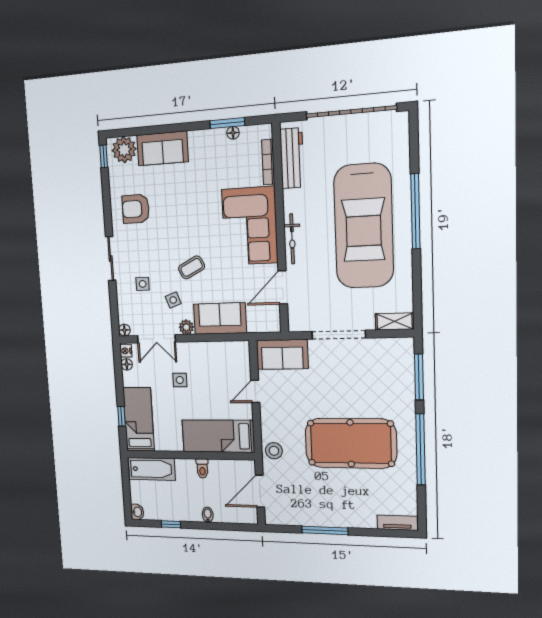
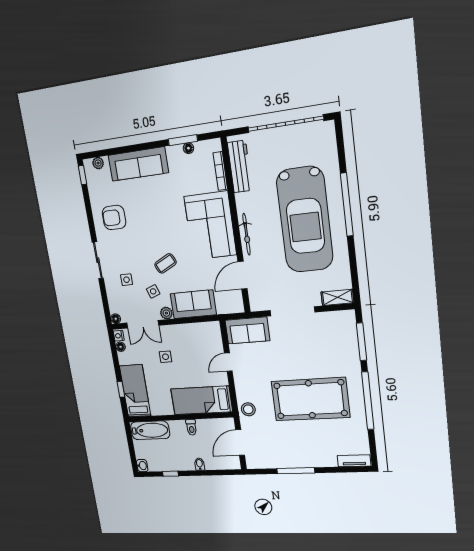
sofa: (162, 148) -> (138, 164), width x1.36
plant: (124, 150) -> (98, 163), width x0.53, depth x0.53

